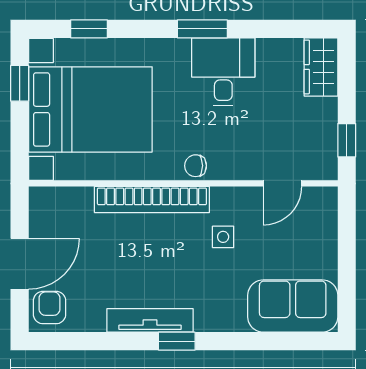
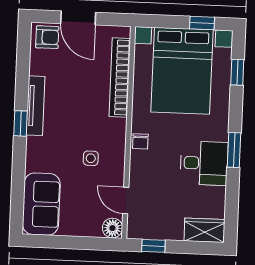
chair: (196, 166) -> (140, 141), turned 180
bookcase: (152, 200) -> (120, 77), moved
floor lamp: (323, 201) -> (112, 228), added

